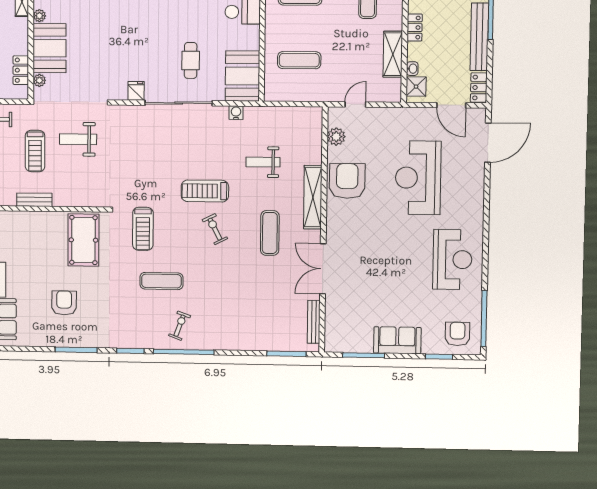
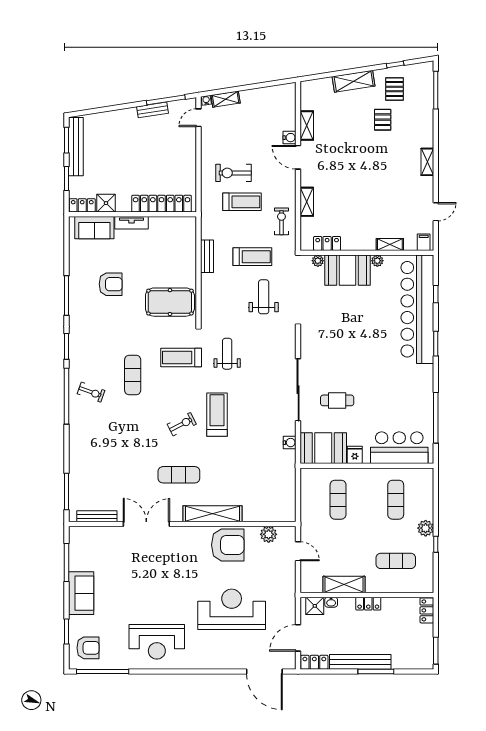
fridge: (136, 91) -> (355, 455), moved, turned -90
treadmill: (35, 151) -> (252, 257), turned 180
weight bench: (263, 162) -> (227, 354), moved

